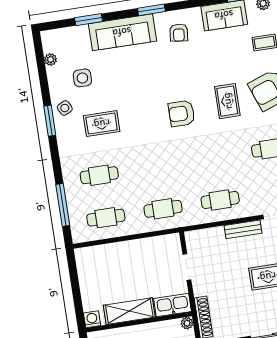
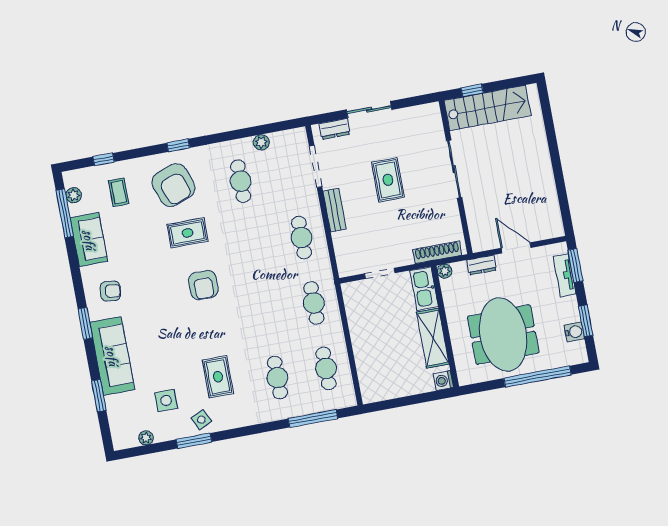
window: (50, 121) -> (194, 441), moved

